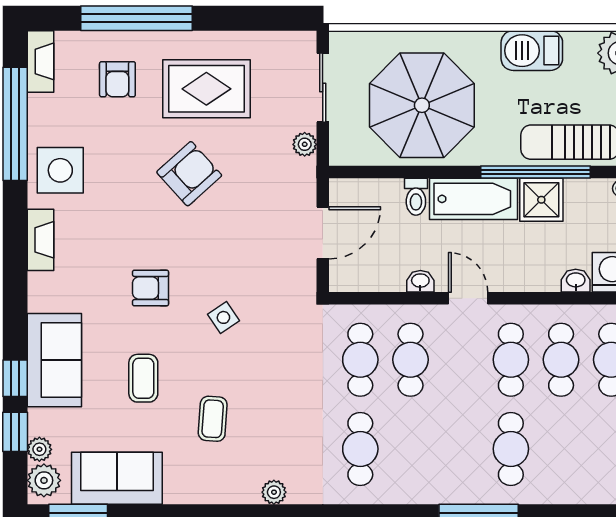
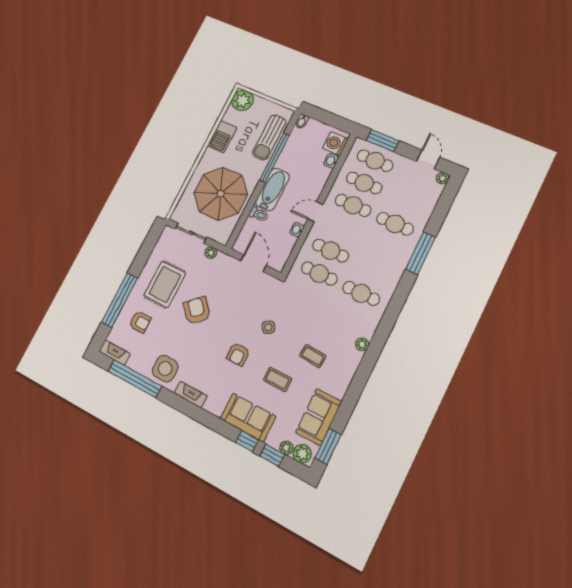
shower: (541, 200) -> (288, 160), removed

